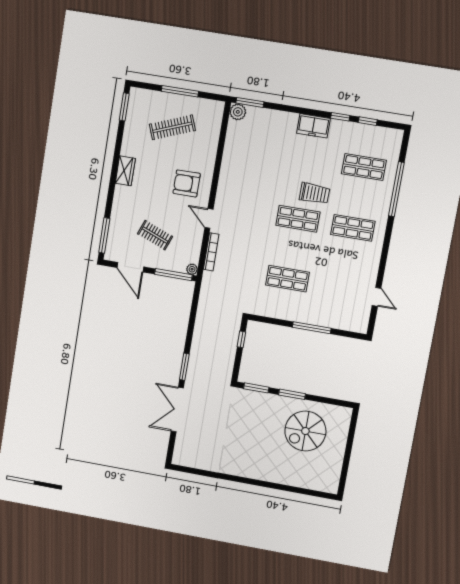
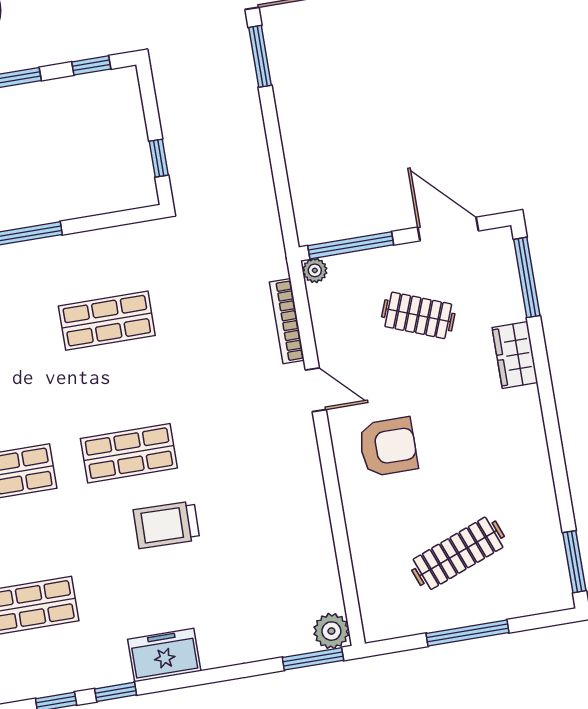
wardrobe: (125, 171) -> (515, 355), moved
trolley: (315, 193) -> (166, 525), moved
window: (256, 388) -> (91, 65), width x0.67

